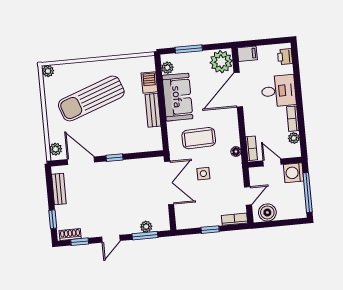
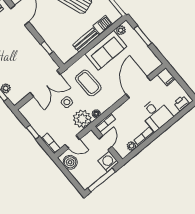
plant: (221, 62) -> (82, 119), moved
door: (238, 90) -> (138, 87), hinge flipped
window: (114, 158) -> (47, 48), moved

